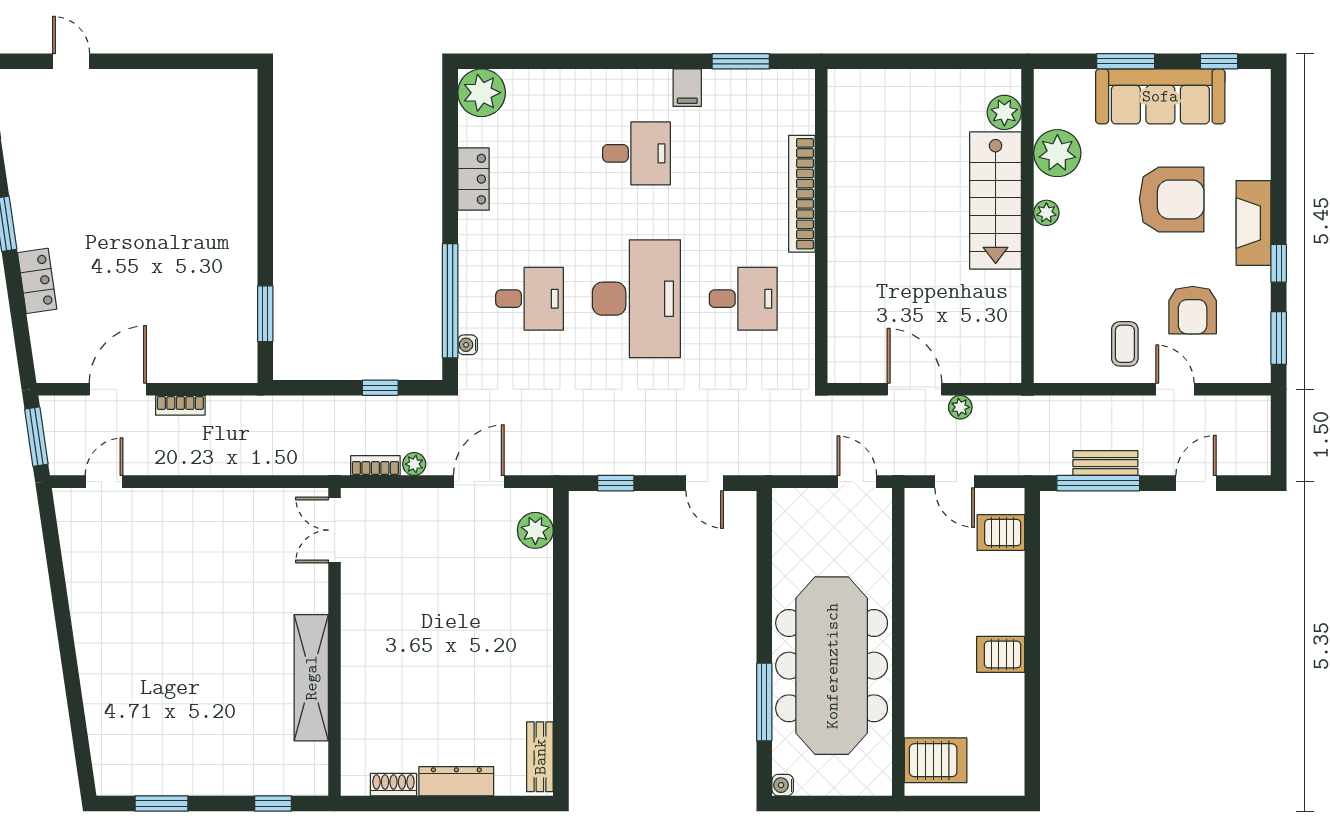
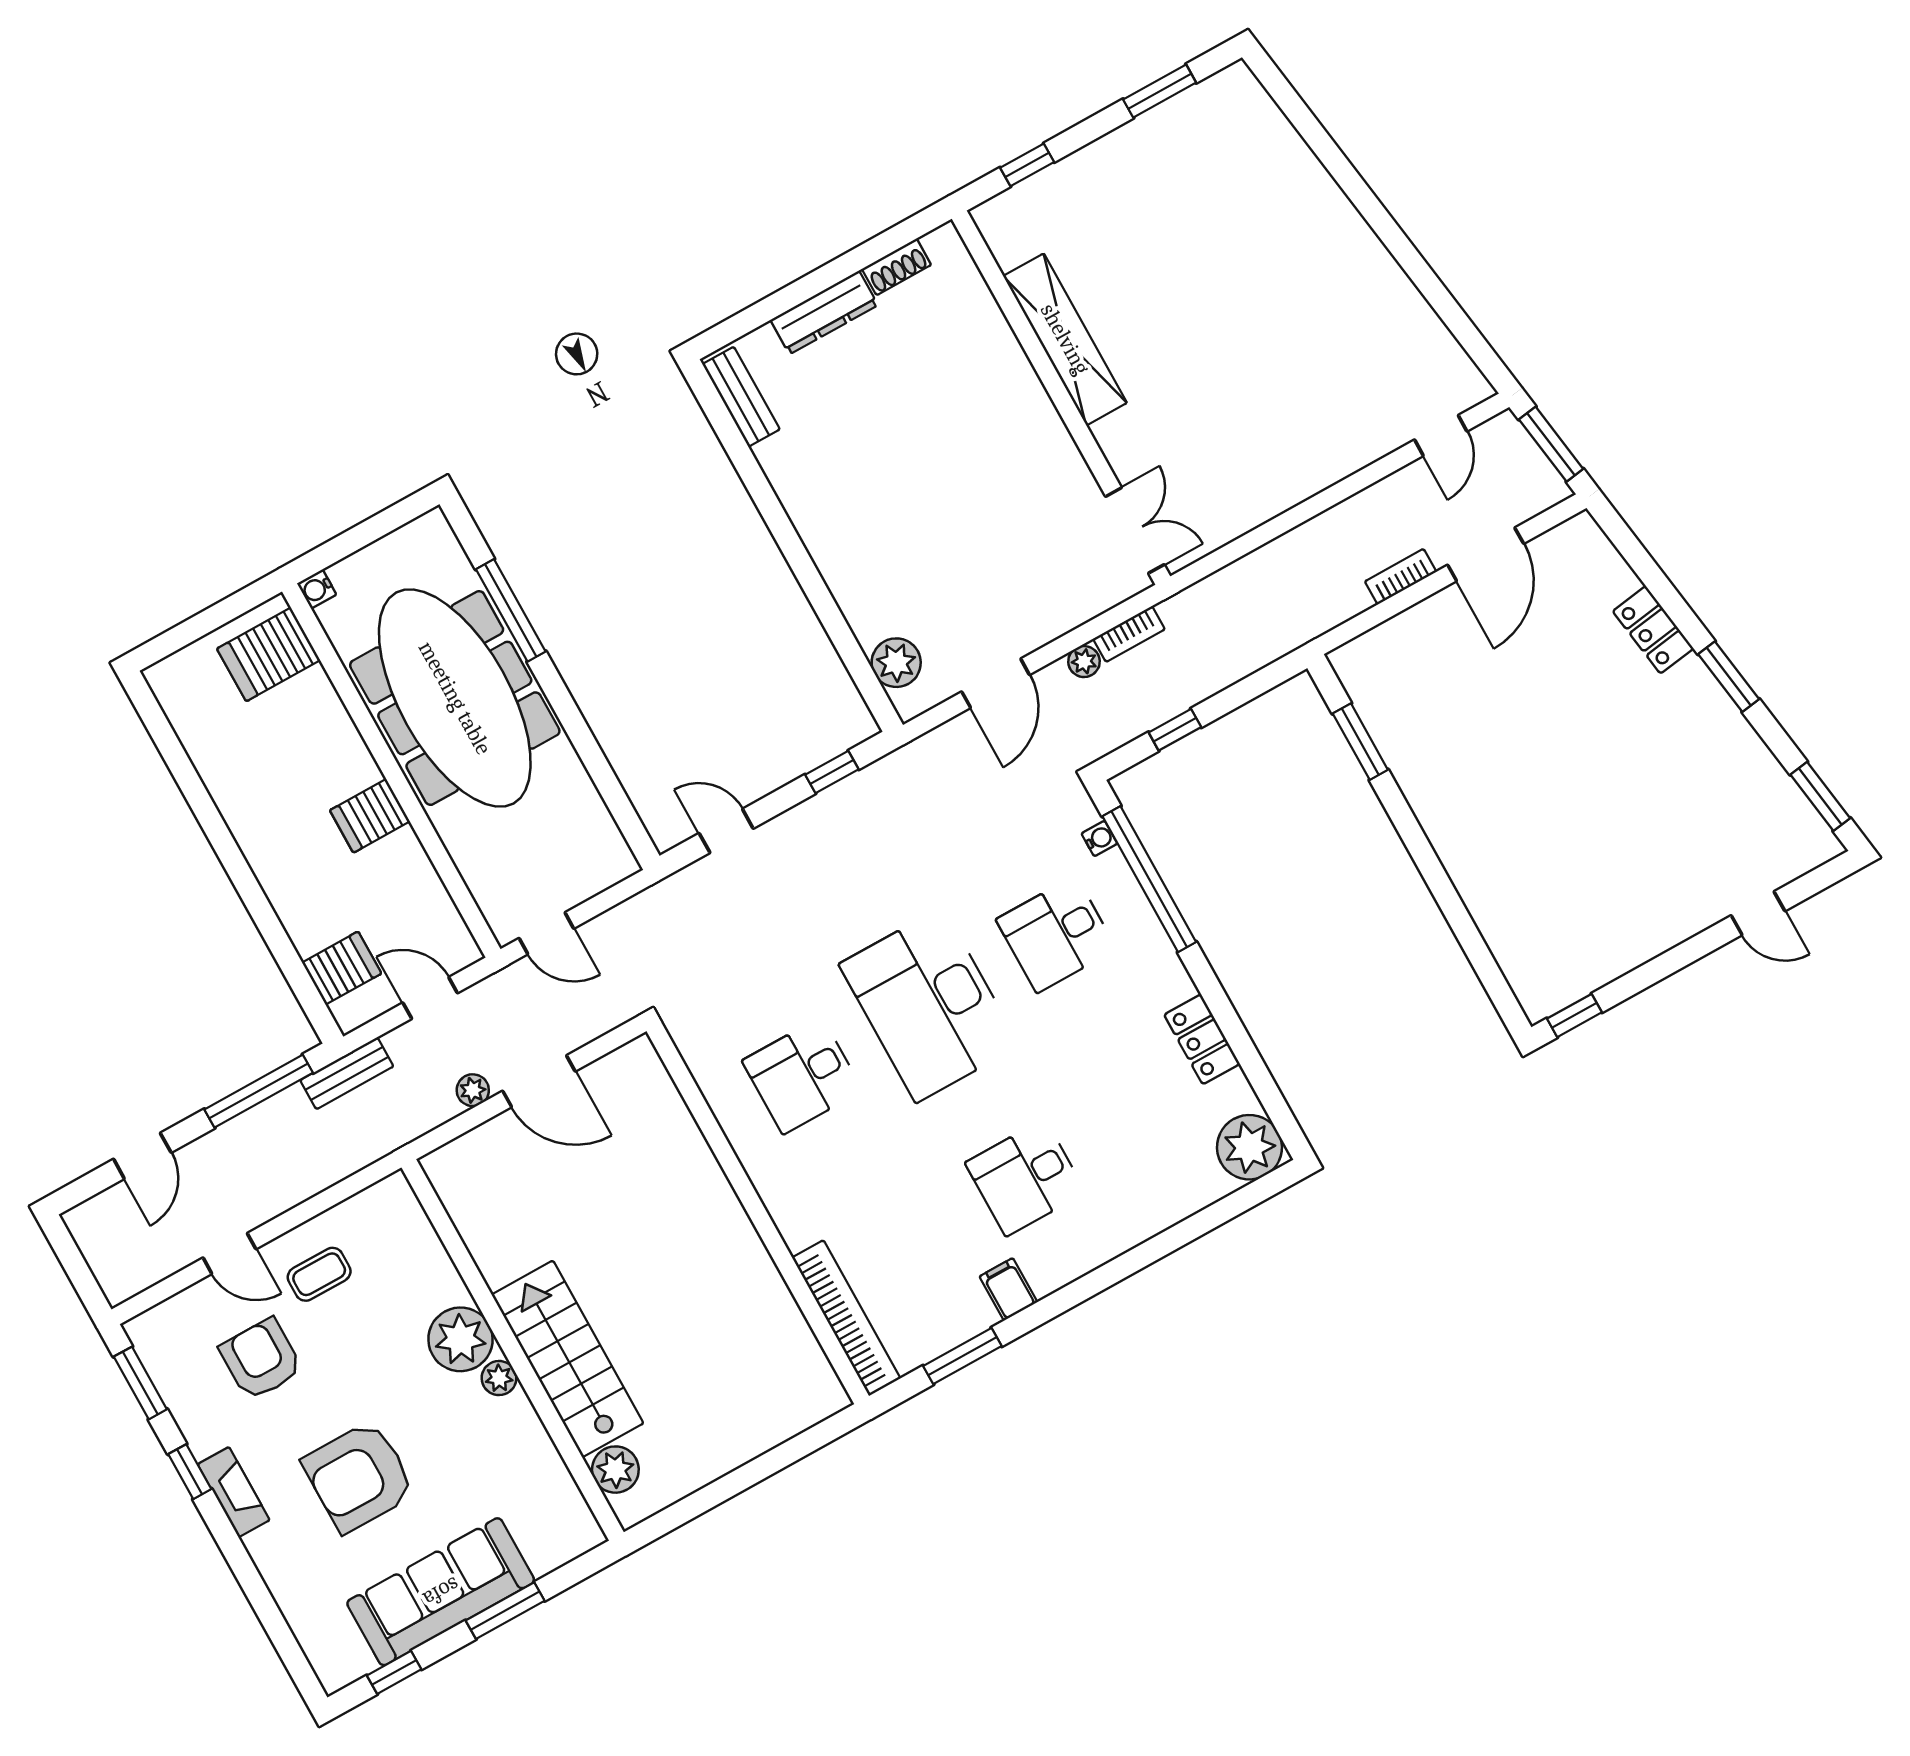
window: (226, 61) -> (1574, 1015), added
plant: (1057, 153) -> (460, 1339), moved
bookcase: (802, 194) -> (846, 1318), moved
fireplace: (1253, 223) -> (234, 1492), width x0.73, depth x0.76
coffee table: (1125, 344) -> (319, 1274), turned 90
bench: (1105, 463) -> (347, 1073), moved
server rack: (1001, 654) -> (370, 816), moved, turned 180
water cooler: (783, 785) -> (317, 589), moved, turned 180

